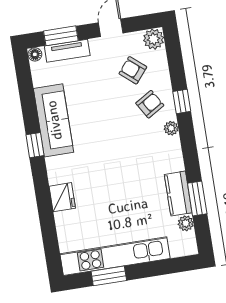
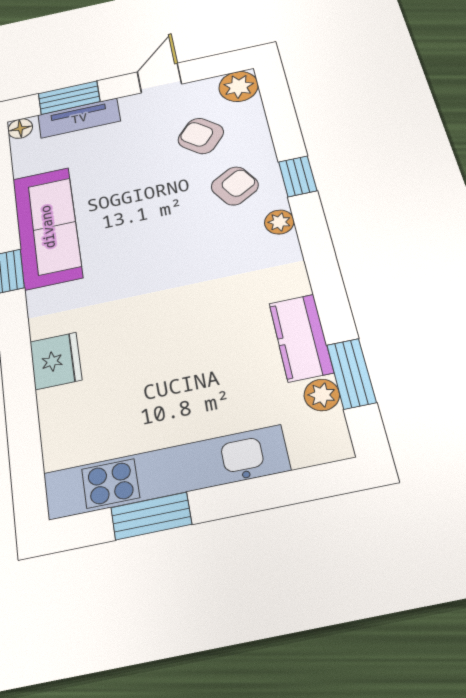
window: (197, 199) -> (351, 374), moved

